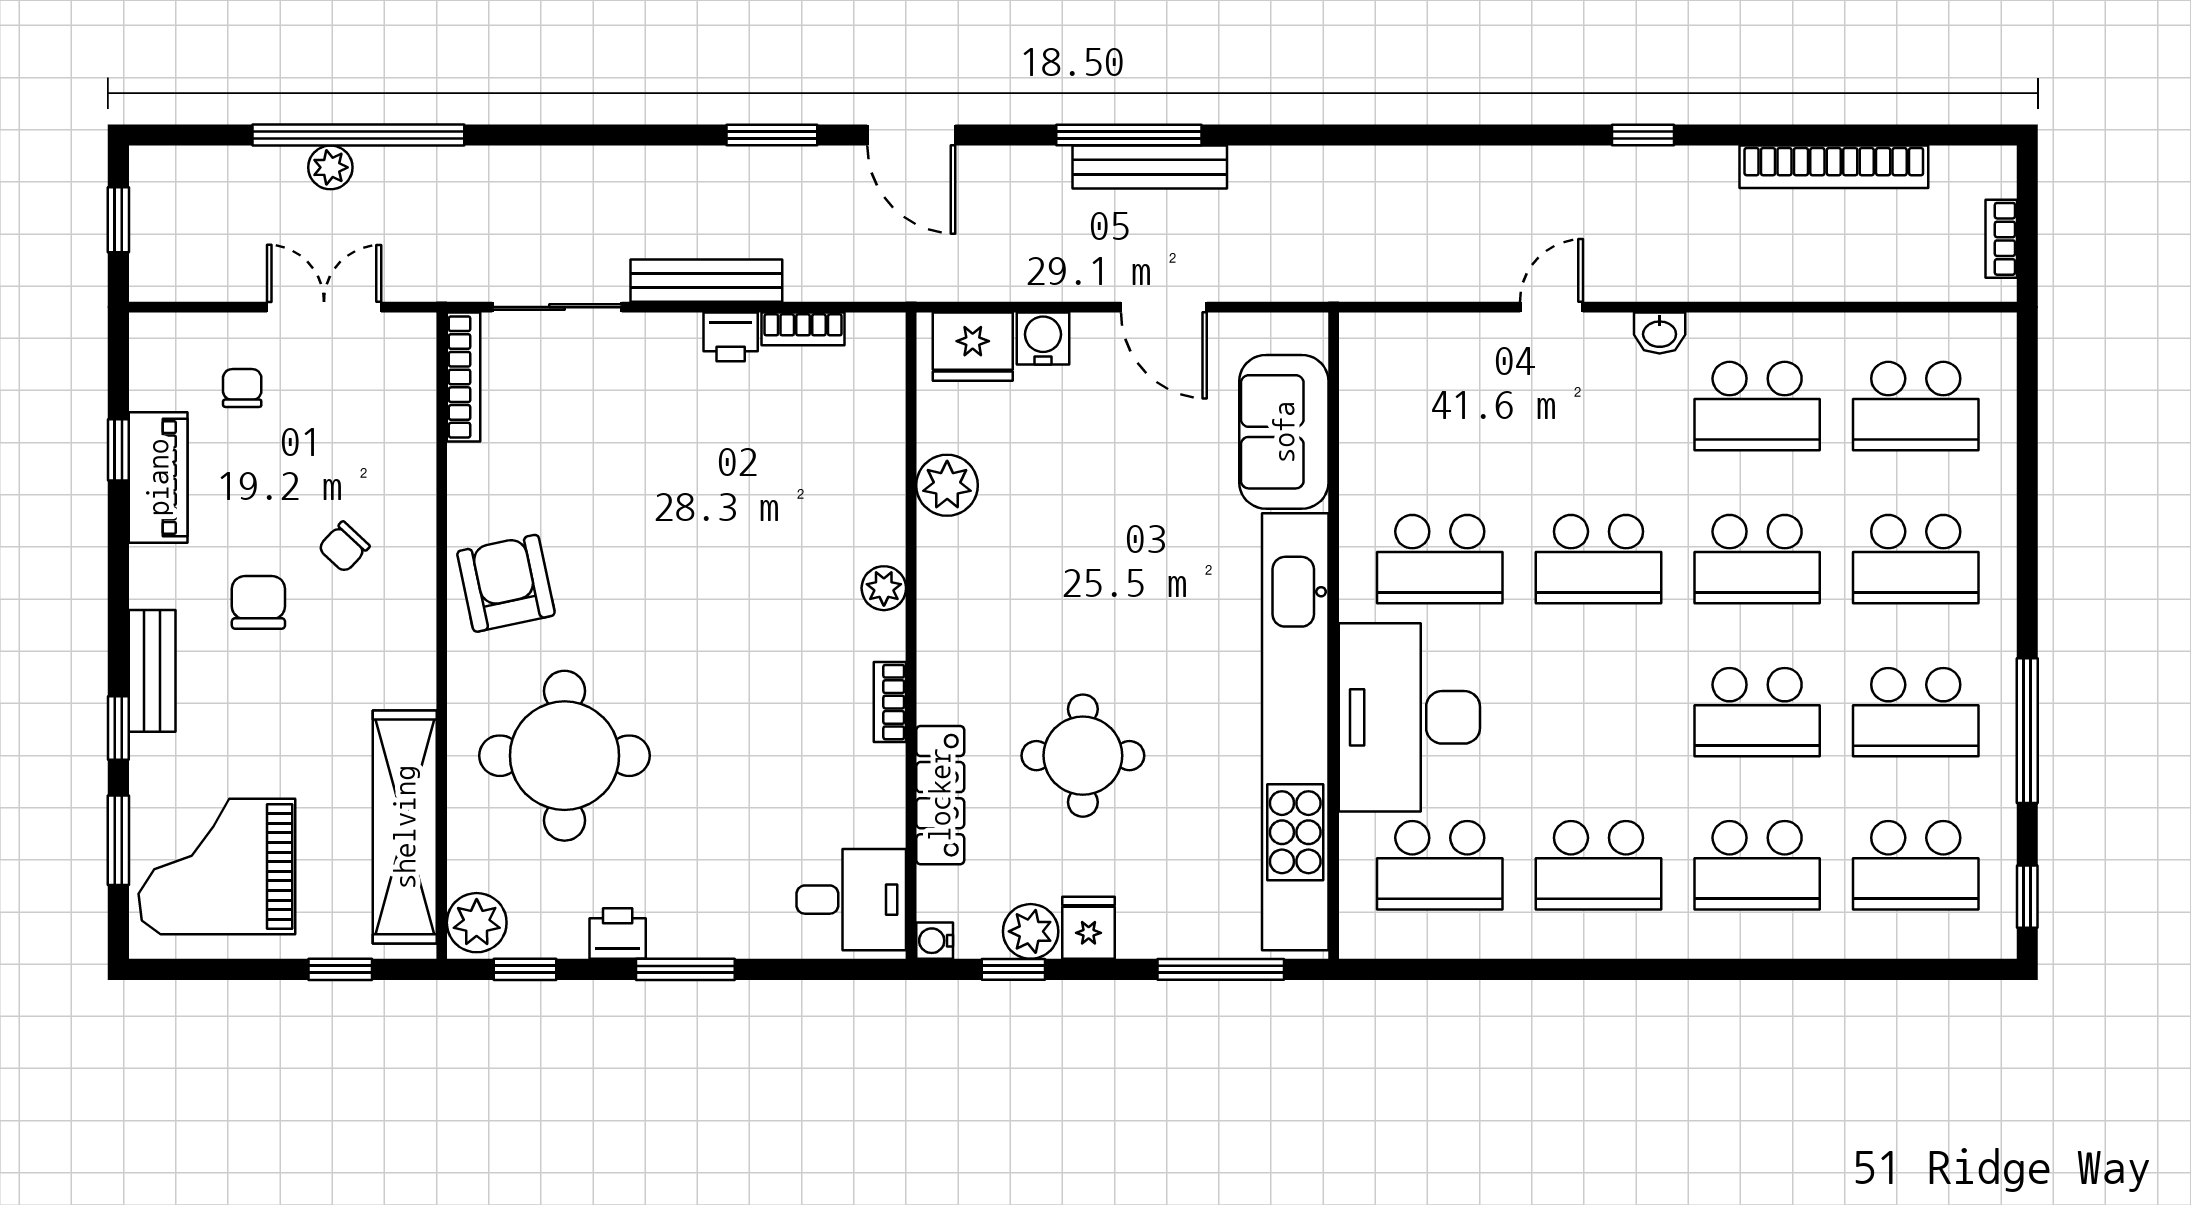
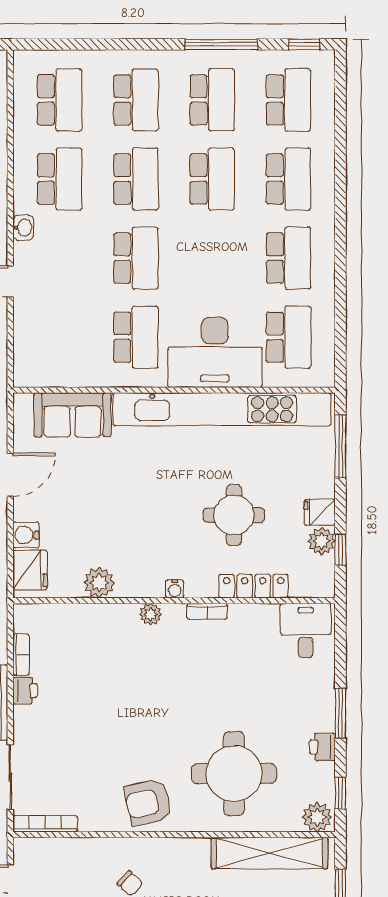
water cooler: (935, 941) -> (175, 589), moved

